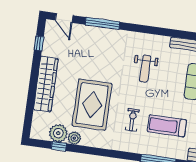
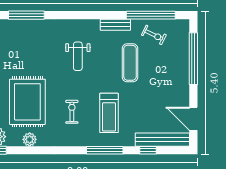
treadmill: (167, 126) -> (109, 113), turned -90
plant: (74, 138) -> (30, 139), moved

